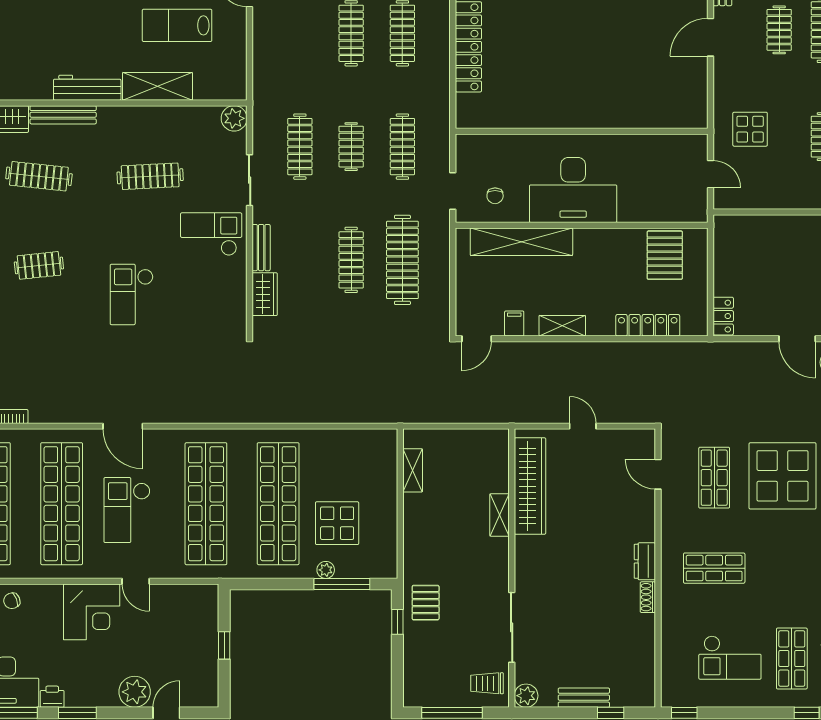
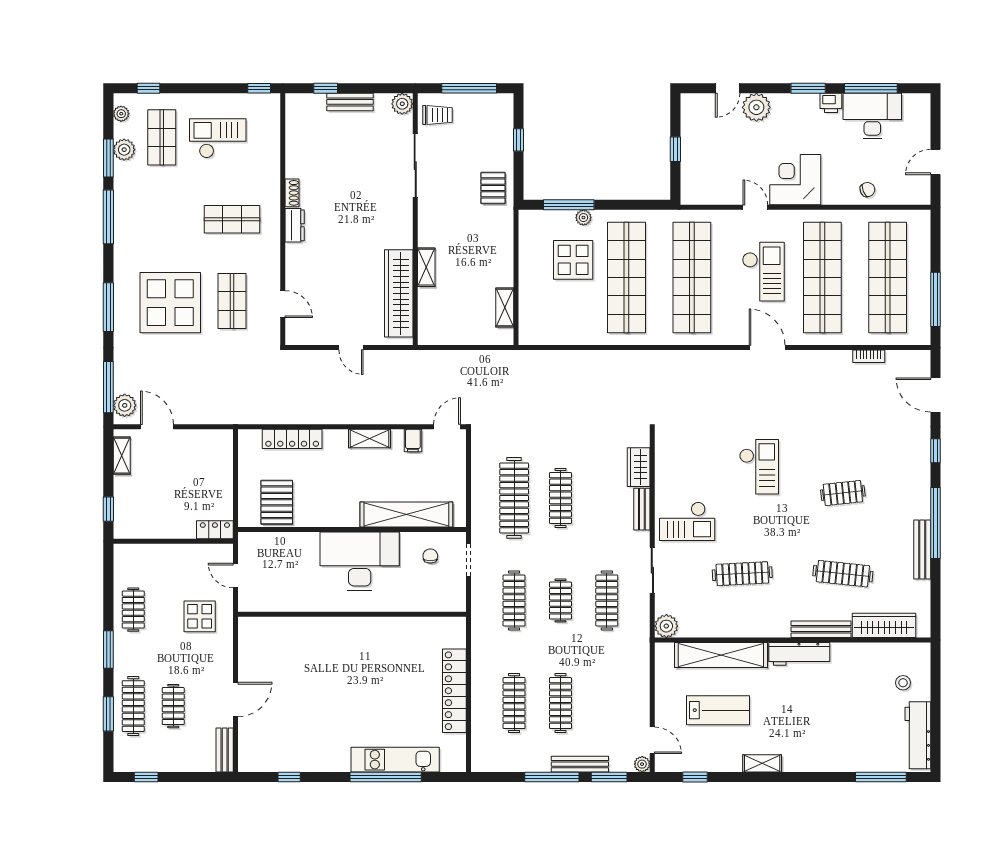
shelving: (158, 86) -> (721, 655), width x1.47
locker: (723, 316) -> (215, 530), moved, turned 90
window: (397, 622) -> (519, 140), moved

